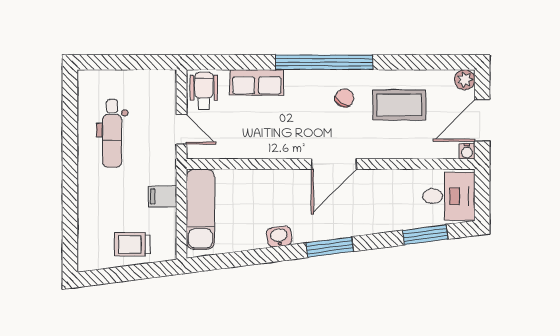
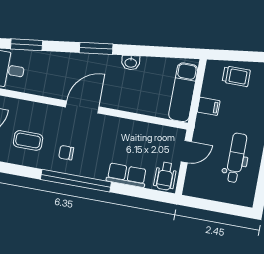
chair: (344, 98) -> (66, 153), turned 58
coffee table: (399, 105) -> (28, 140), width x0.73, depth x0.77
door: (181, 129) -> (186, 152), swing flipped

